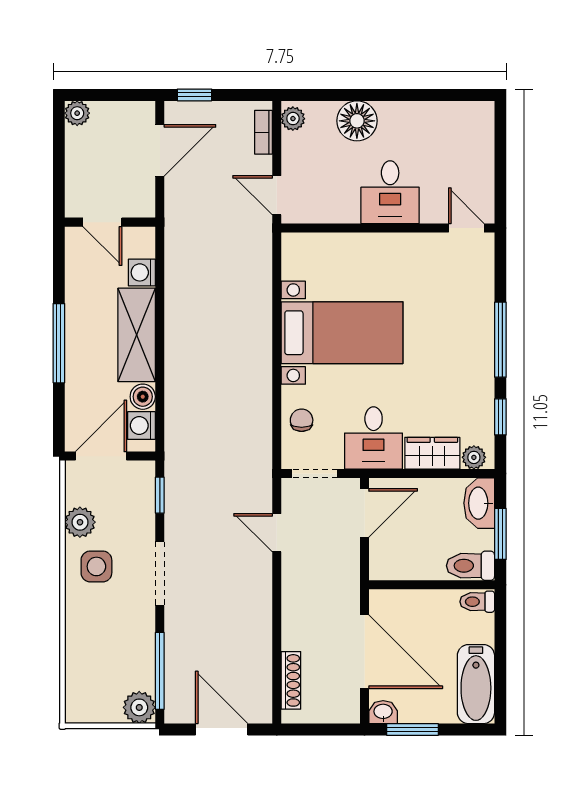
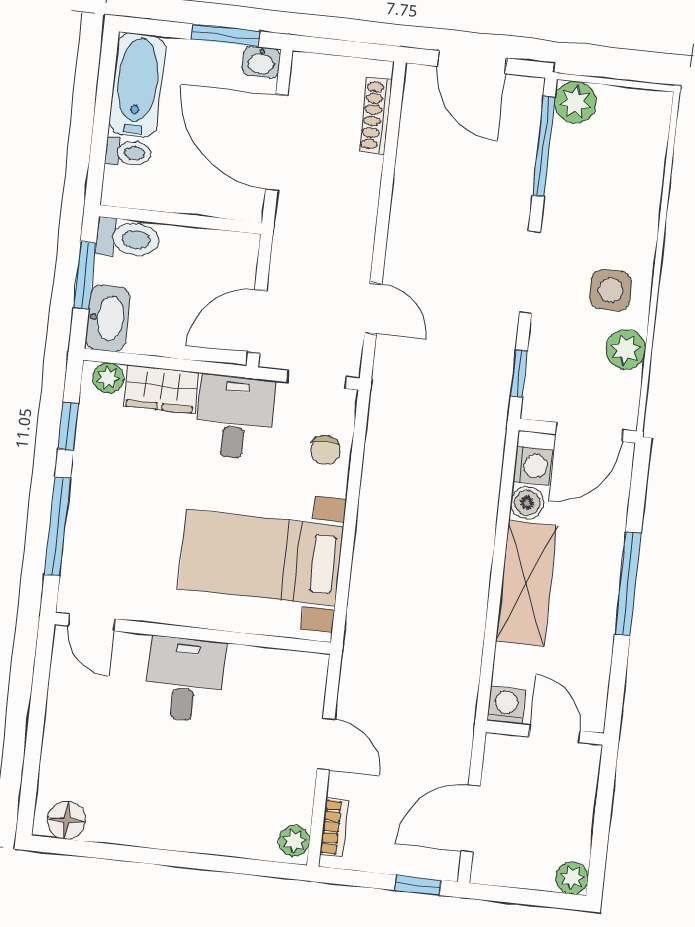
floor lamp: (357, 121) -> (66, 820), moved, width x0.73, depth x0.73
desk: (390, 192) -> (185, 679), moved
wall: (388, 228) -> (193, 633), moved
door: (466, 228) -> (91, 622), moved
washing machine: (142, 272) -> (506, 705), moved, turned -90
toilet: (477, 602) -> (128, 153), moved

